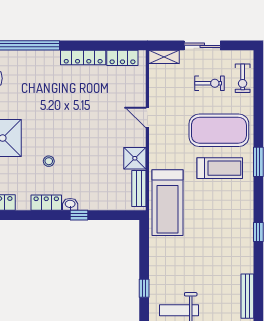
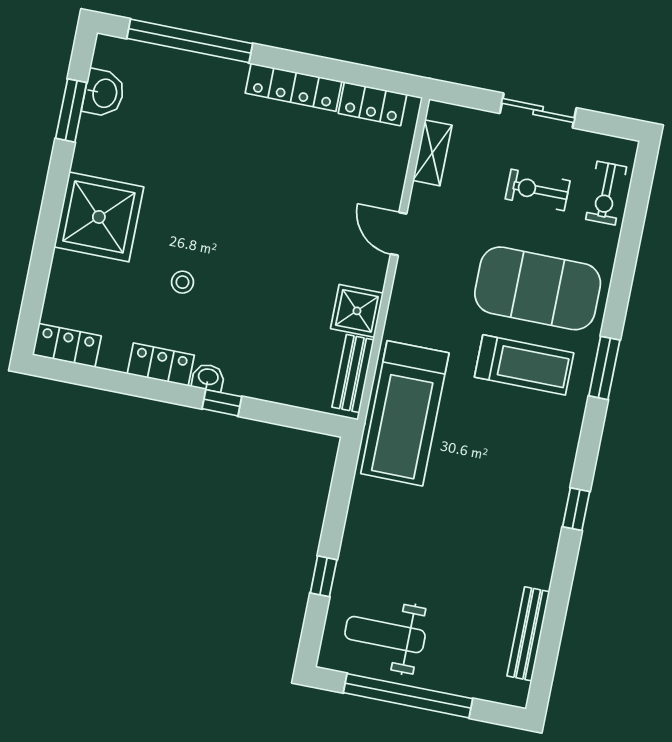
shelving: (164, 57) -> (432, 153), moved, turned 90
exercise bike: (210, 83) -> (538, 190), turned 180

